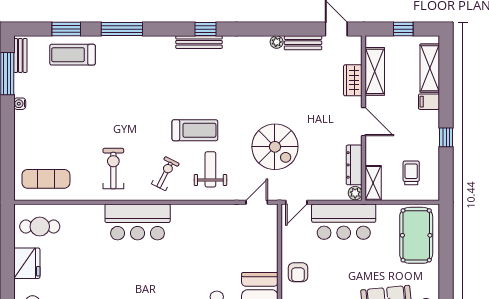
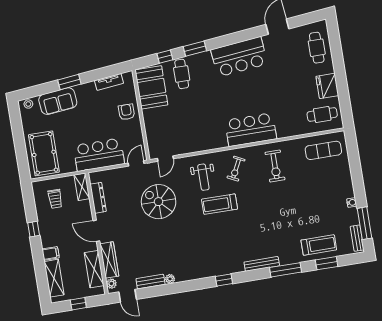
bench: (199, 42) -> (262, 264), moved
wardrobe: (353, 80) -> (109, 260), width x1.50
plant: (355, 193) -> (111, 284), moved

